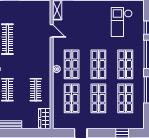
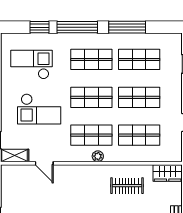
checkout: (122, 22) -> (32, 65), turned 180
checkout: (90, 27) -> (39, 109), added
door: (52, 31) -> (44, 163), swing flipped

